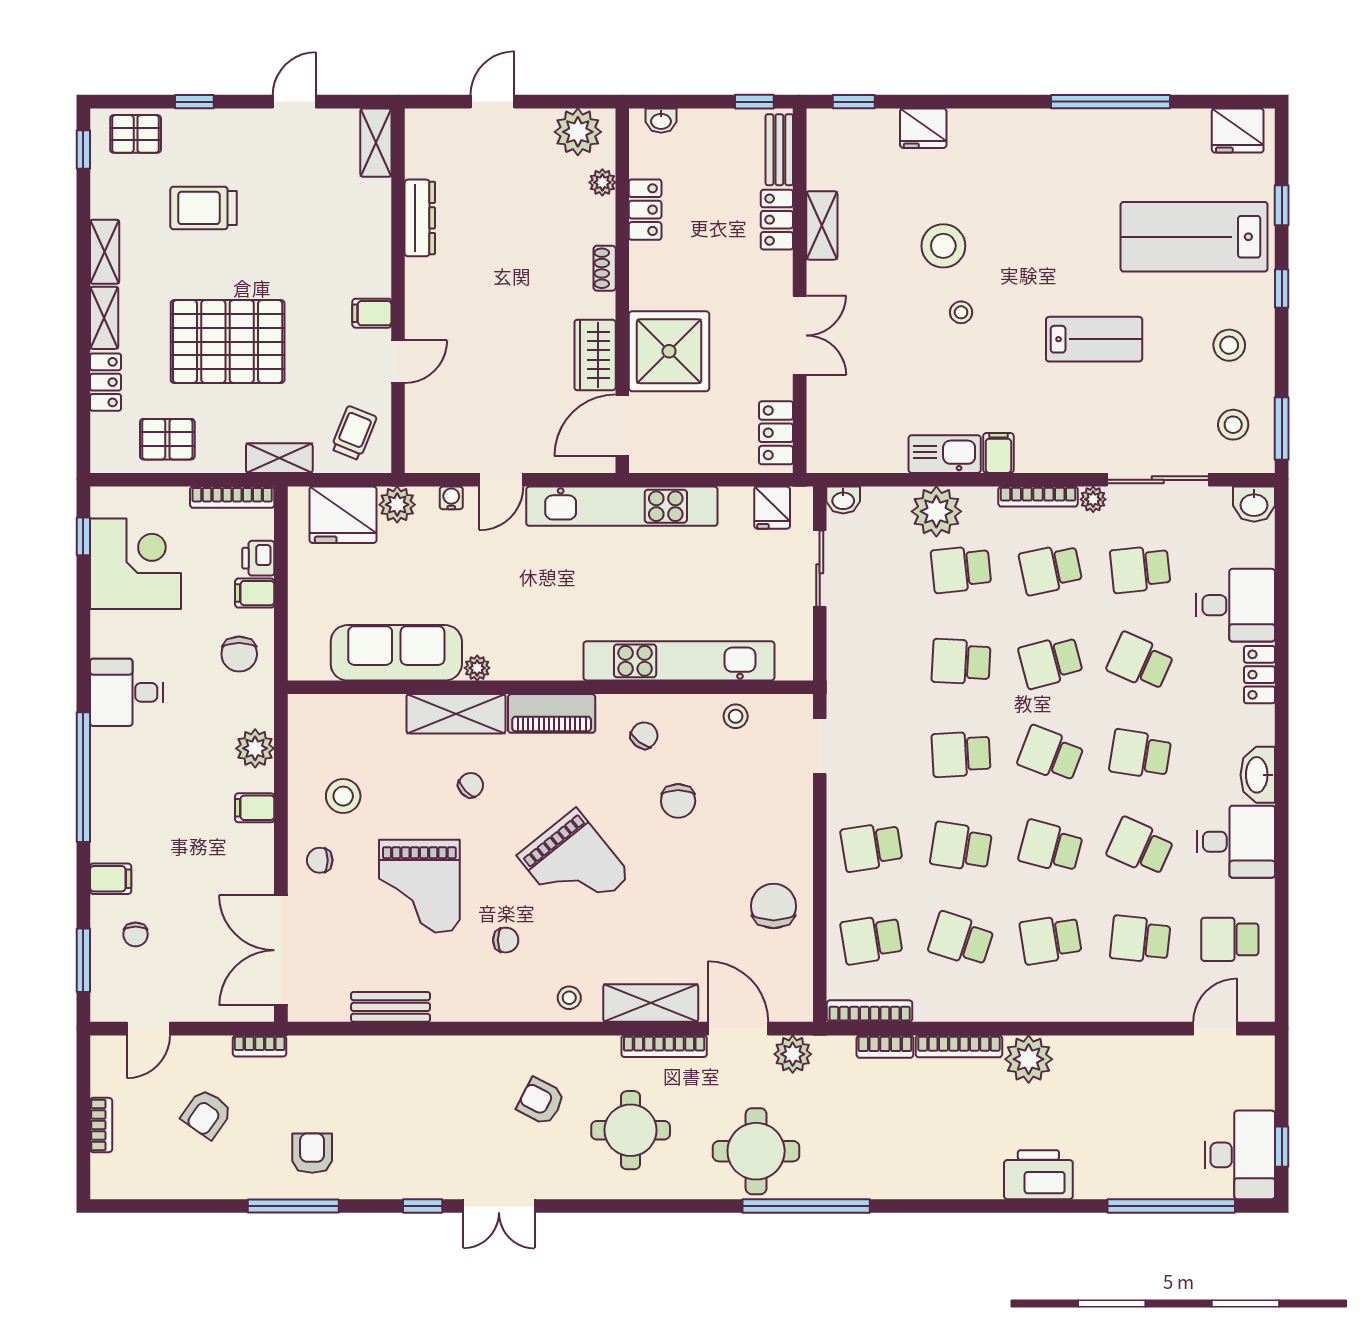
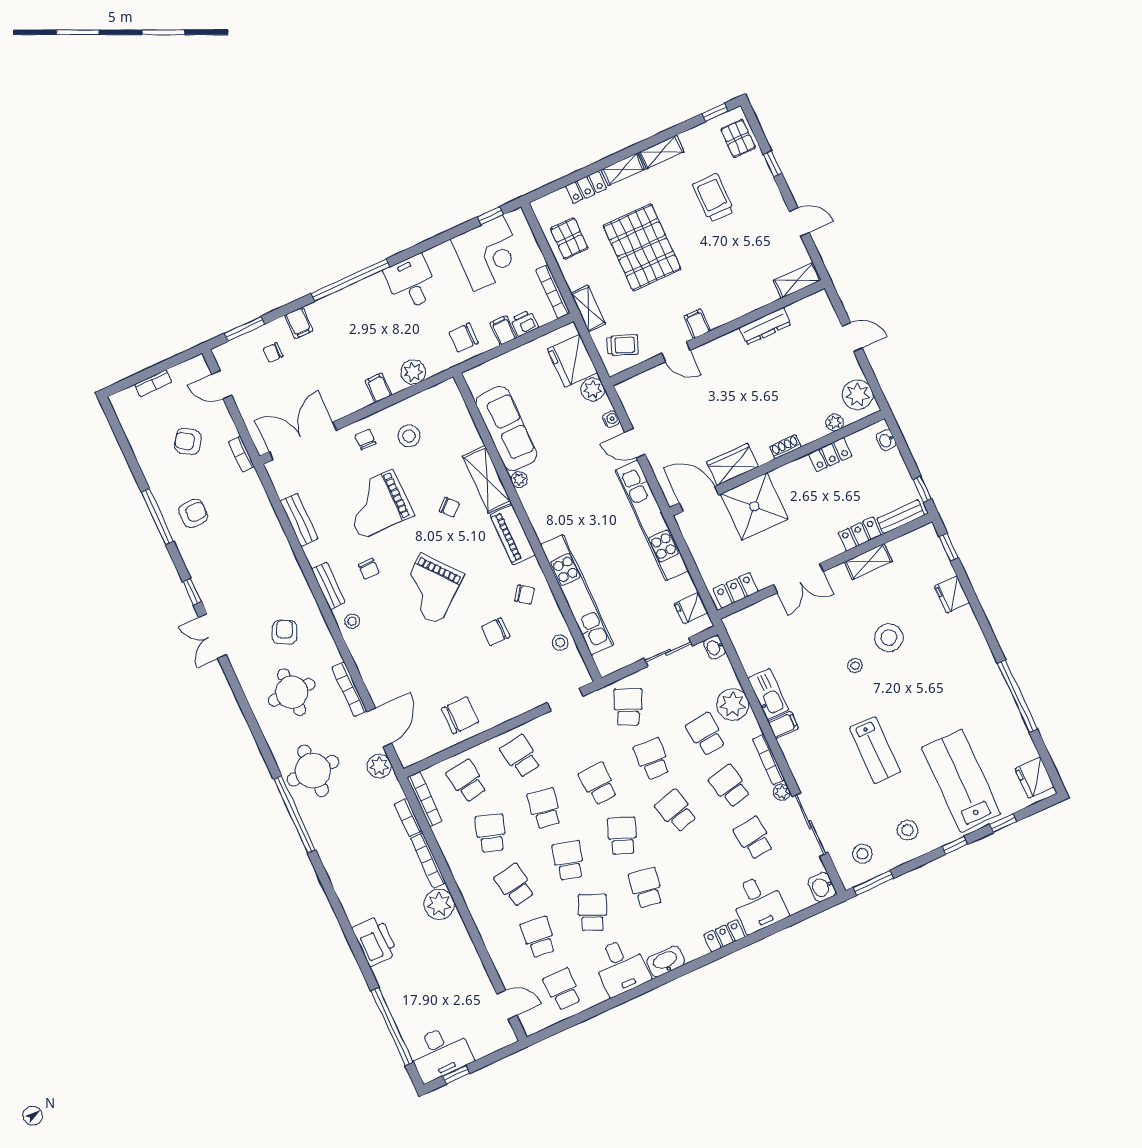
school desk: (1140, 662) -> (628, 707), moved
shelving: (651, 1003) -> (371, 670), removed
bench: (503, 1009) -> (328, 586), added

